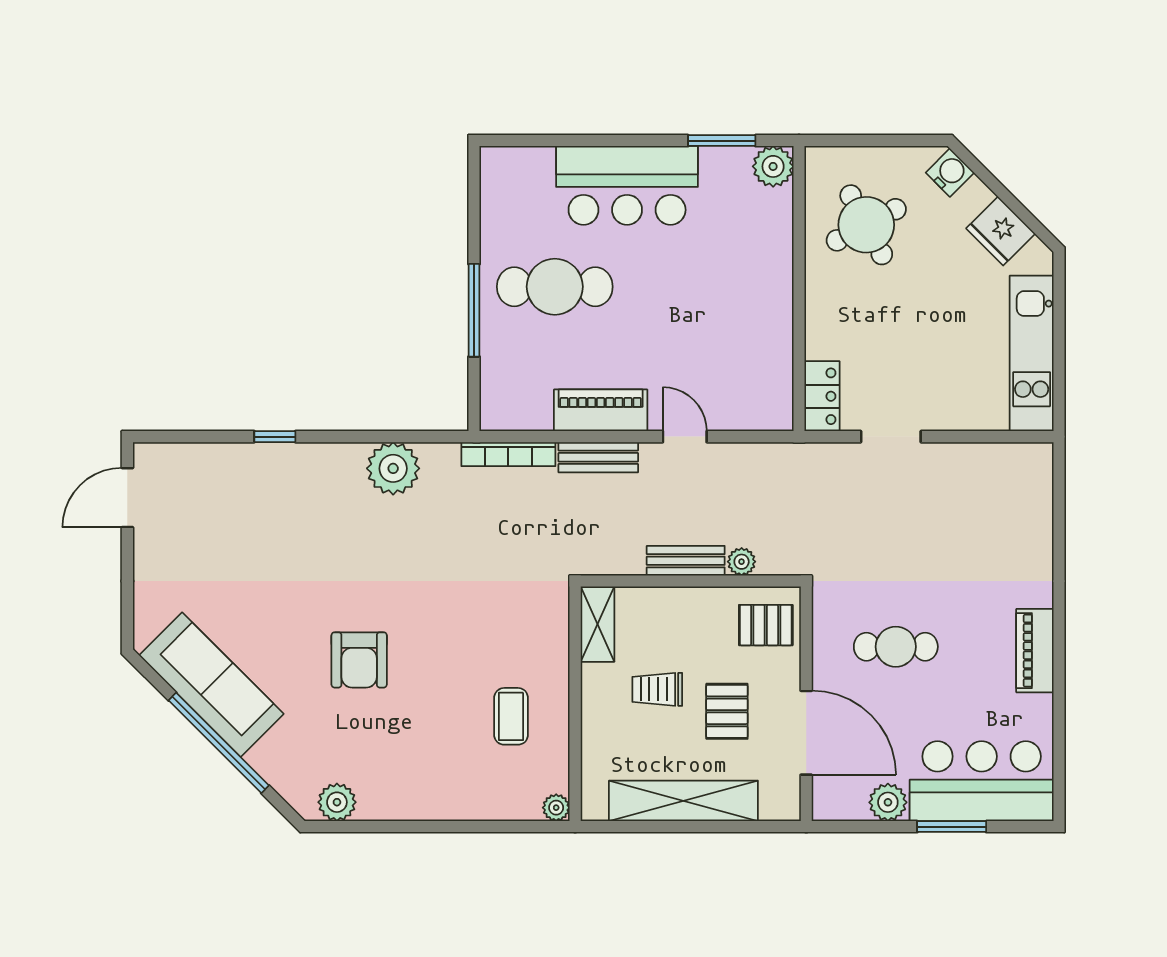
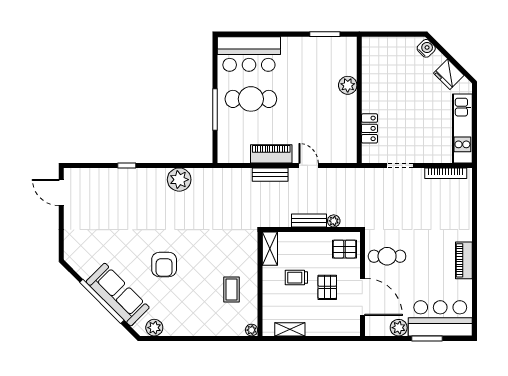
plant: (773, 166) -> (348, 85), moved
bar counter: (627, 185) -> (249, 54), moved
round table: (866, 225) -> (389, 71), removed
locker: (822, 396) -> (369, 128), moved
bookcase: (508, 454) -> (446, 173), moved
door: (127, 498) -> (61, 192), hinge flipped
cafe table: (896, 647) -> (387, 256), moved
sofa: (211, 685) -> (118, 295), moved
shelving: (683, 801) -> (290, 329), width x0.45, depth x0.75

